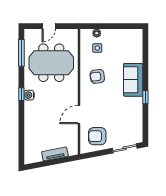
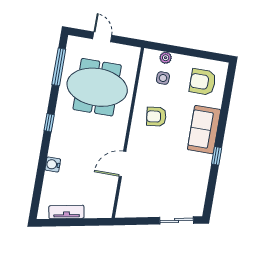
door: (49, 26) -> (102, 37), swing flipped
water cooler: (29, 95) -> (53, 164), moved
armchair: (97, 136) -> (203, 82), moved
tv unit: (55, 154) -> (66, 212), moved

